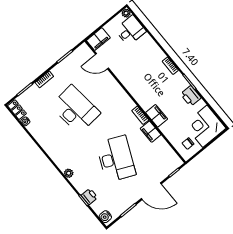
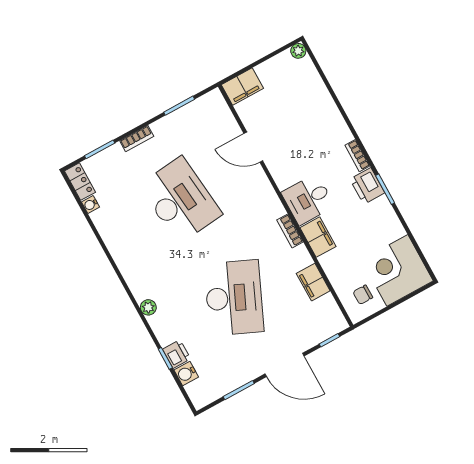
desk: (130, 30) -> (308, 199), moved, turned 180
door: (102, 61) -> (253, 147), moved
printer: (191, 96) -> (367, 186), moved
filing cabinet: (151, 132) -> (313, 282), moved
water cooler: (105, 217) -> (186, 374), moved

